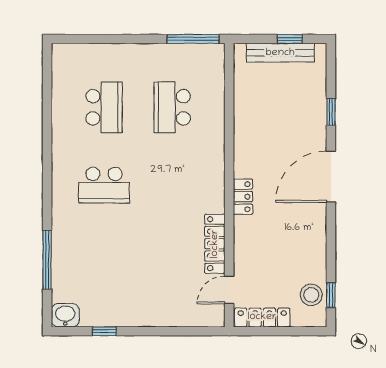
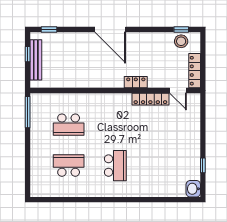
window: (331, 112) -> (49, 30), moved
locker: (243, 197) -> (136, 82), moved
window: (47, 260) -> (160, 200), removed

